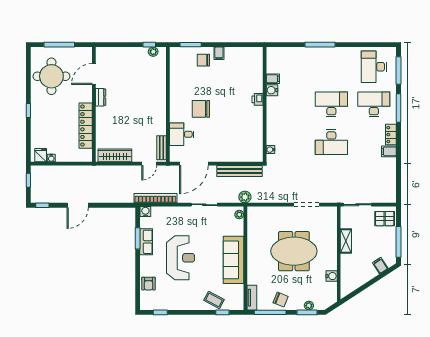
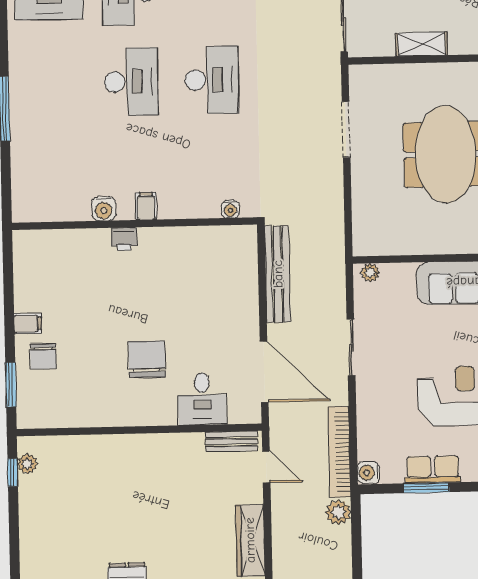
filing cabinet: (273, 79) -> (146, 206), moved
desk: (331, 104) -> (131, 82), turned 180
chair: (201, 109) -> (147, 359), turned 180
plant: (245, 197) -> (338, 512), moved

